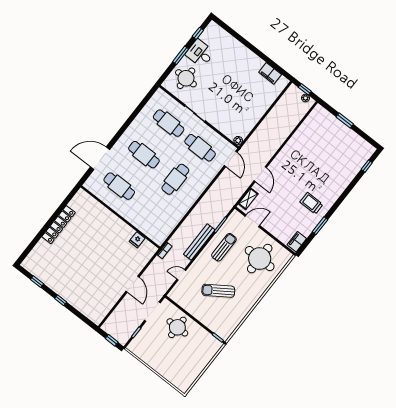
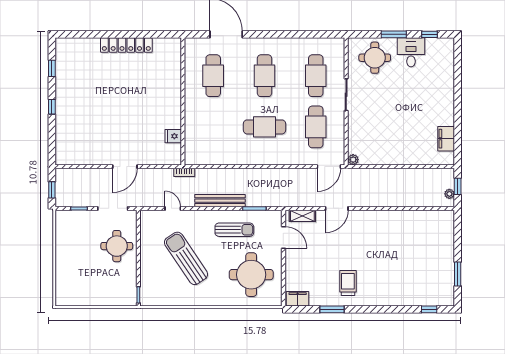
window: (345, 121) -> (458, 274), moved
sun lounger: (218, 291) -> (186, 258), width x1.36, depth x1.34

